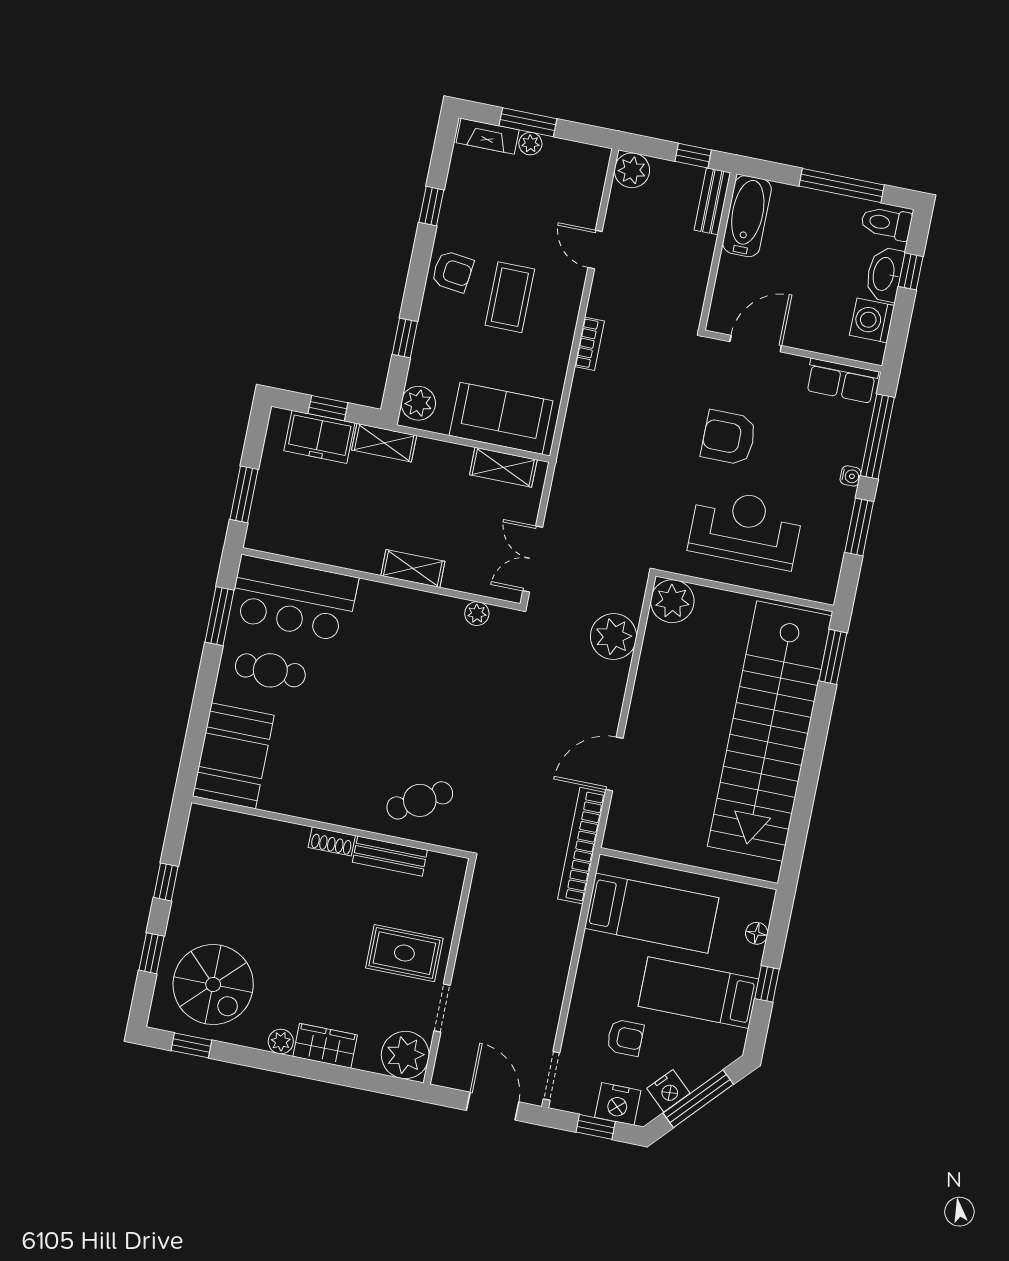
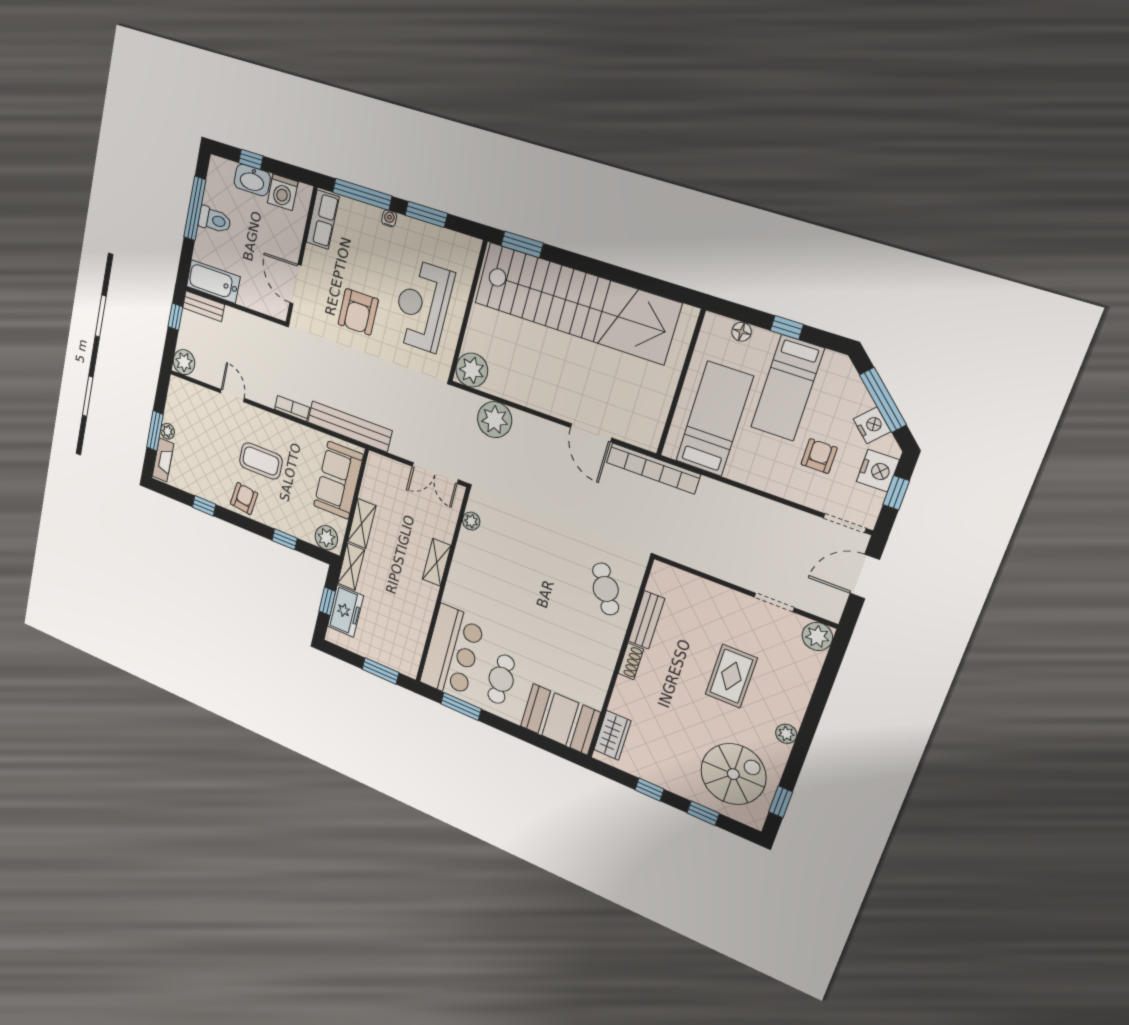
toilet: (886, 223) -> (215, 220), moved, turned -90
door: (595, 250) -> (232, 396), swing flipped
bench: (577, 432) -> (350, 426), added
shelving: (503, 467) -> (362, 524), moved
rug: (404, 953) -> (731, 676), moved
wardrobe: (325, 1046) -> (612, 735), moved, turned 180
plant: (405, 1055) -> (817, 636), width x0.73, depth x0.73

